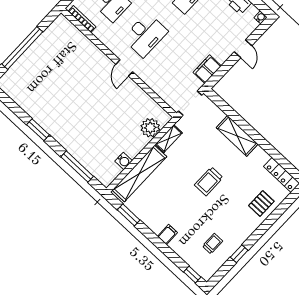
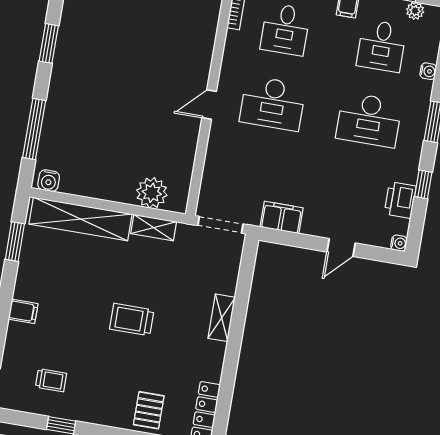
shelving: (237, 136) -> (222, 318), width x0.67, depth x0.75
water cooler: (124, 161) -> (49, 181), moved
pallet: (261, 203) -> (149, 410), turned 90

